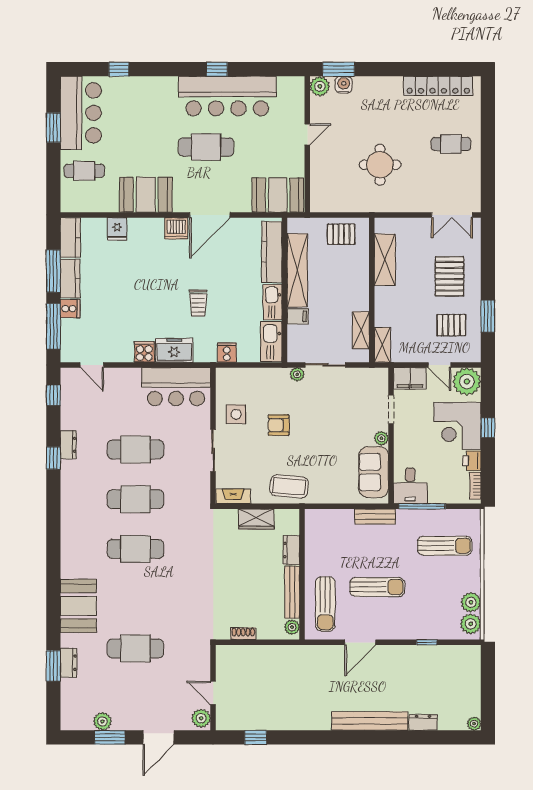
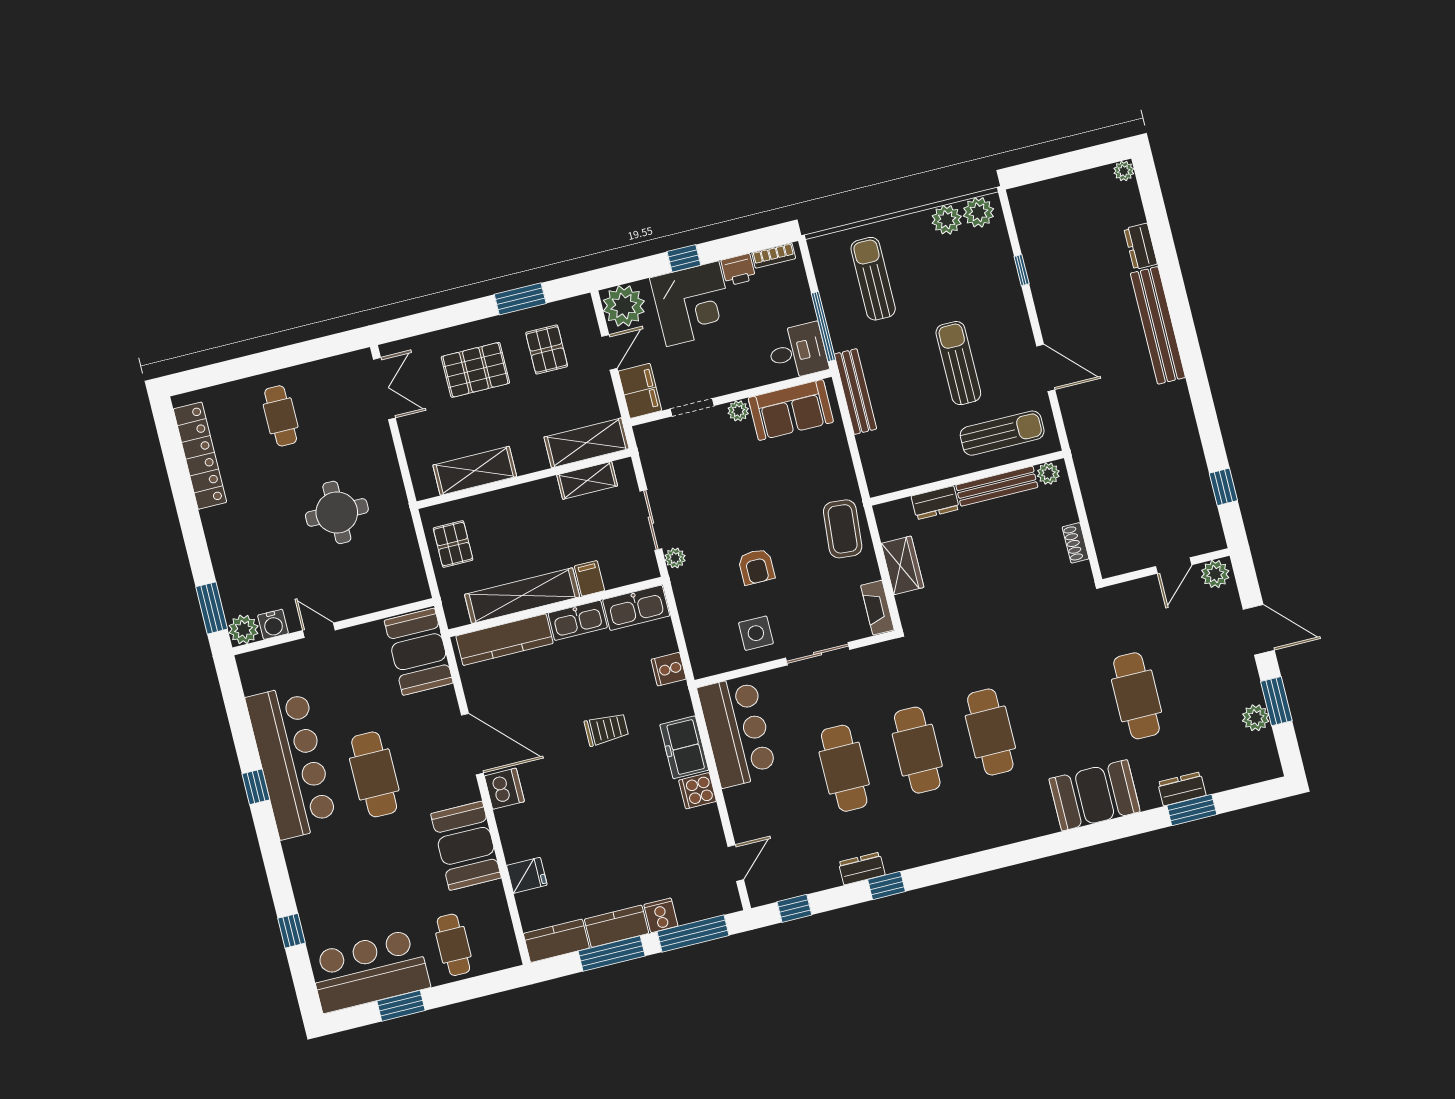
water cooler: (344, 85) -> (273, 624), moved, turned -90
shelving: (382, 345) -> (587, 443), width x1.50, depth x1.33
bench: (375, 517) -> (856, 392), width x1.36

